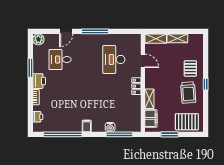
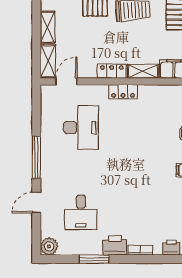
door: (66, 31) -> (36, 203), swing flipped
desk: (114, 59) -> (81, 128), turned -90
door: (143, 61) -> (66, 82), moved
locker: (150, 79) -> (112, 71), added

